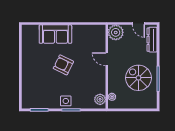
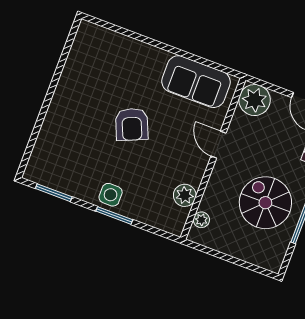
sofa: (55, 34) -> (196, 82), moved
armchair: (63, 65) -> (132, 124), turned -139
plant: (100, 99) -> (185, 195), moved

